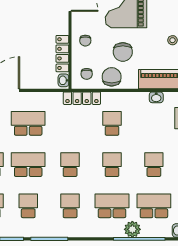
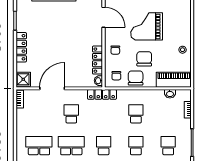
chair: (123, 52) -> (144, 59), turned 180
locker: (82, 98) -> (102, 94), moved
school desk: (28, 123) -> (71, 114), width x0.54

